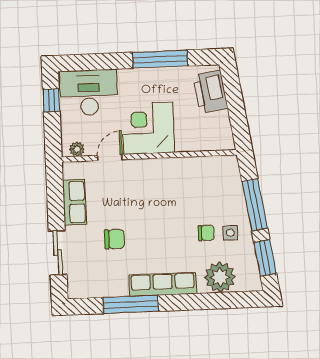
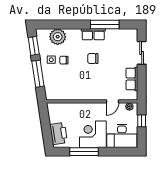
window: (51, 100) -> (142, 121), moved
corner desk: (148, 128) -> (93, 134), moved, turned 180
chair: (114, 239) -> (93, 59), moved
row of seats: (163, 284) -> (93, 34), width x0.68

